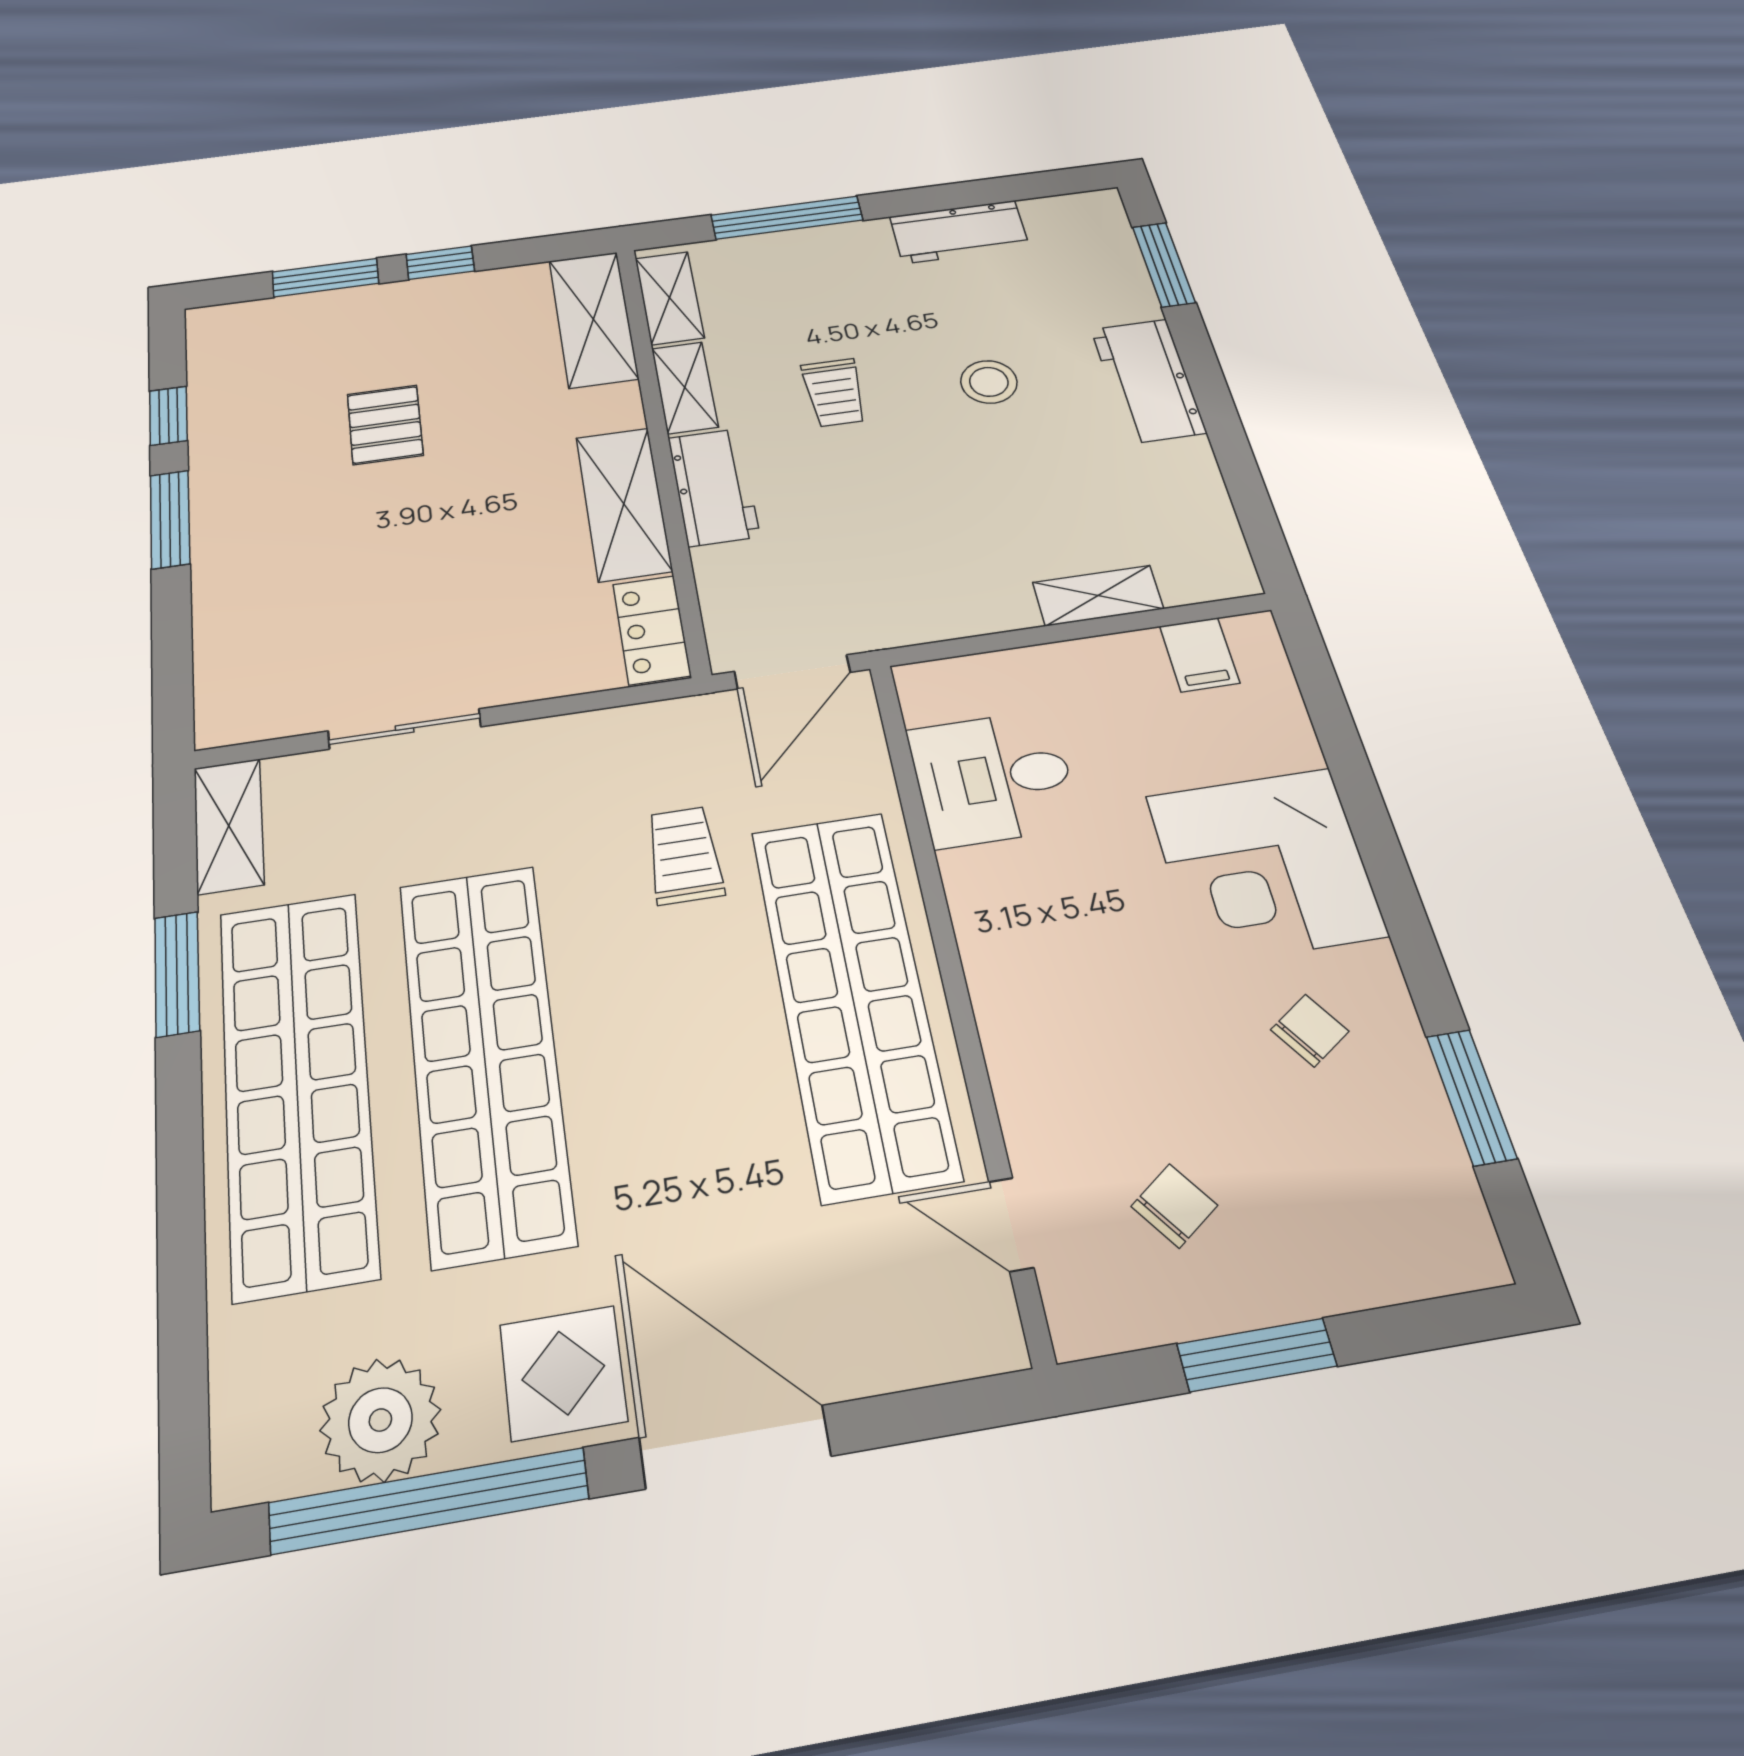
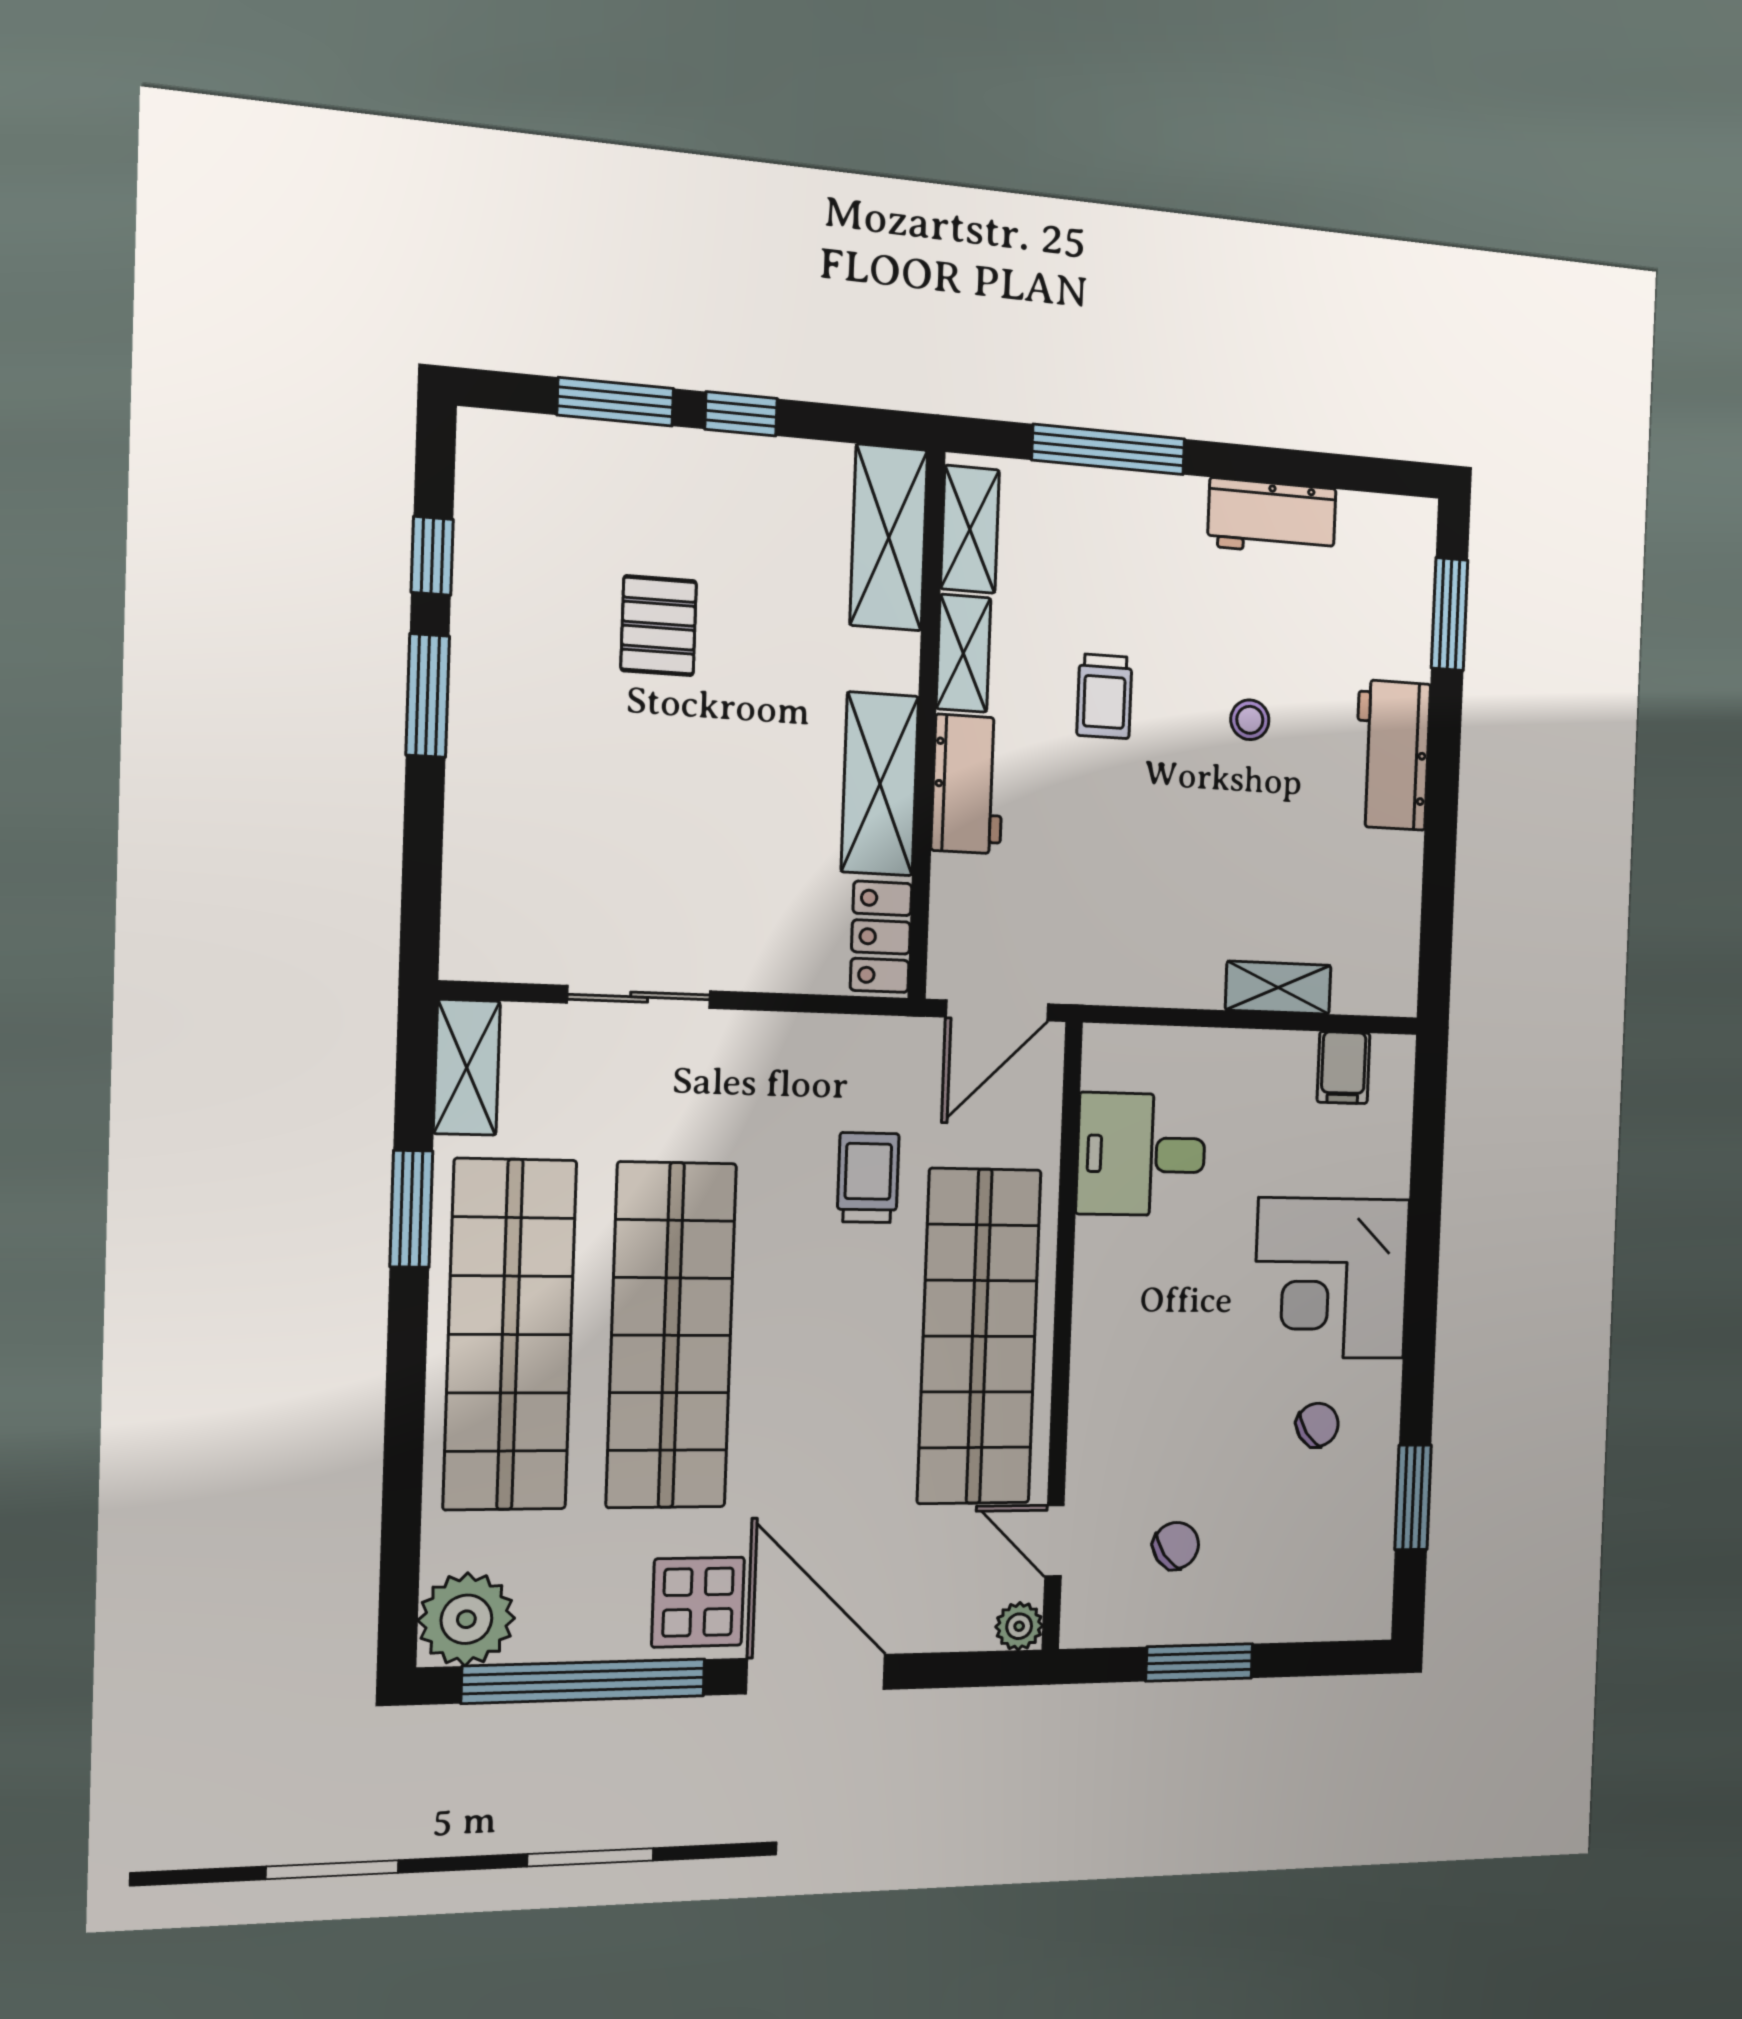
stool: (989, 382) -> (1250, 720), width x0.73, depth x0.73
plant: (994, 1342) -> (1019, 1626), added
plant: (380, 1420) -> (466, 1619), moved

